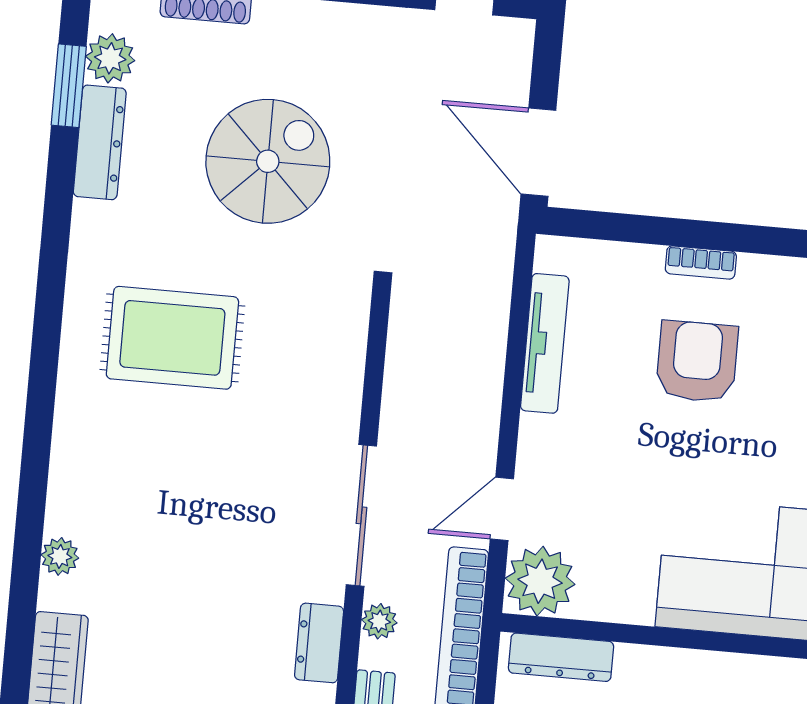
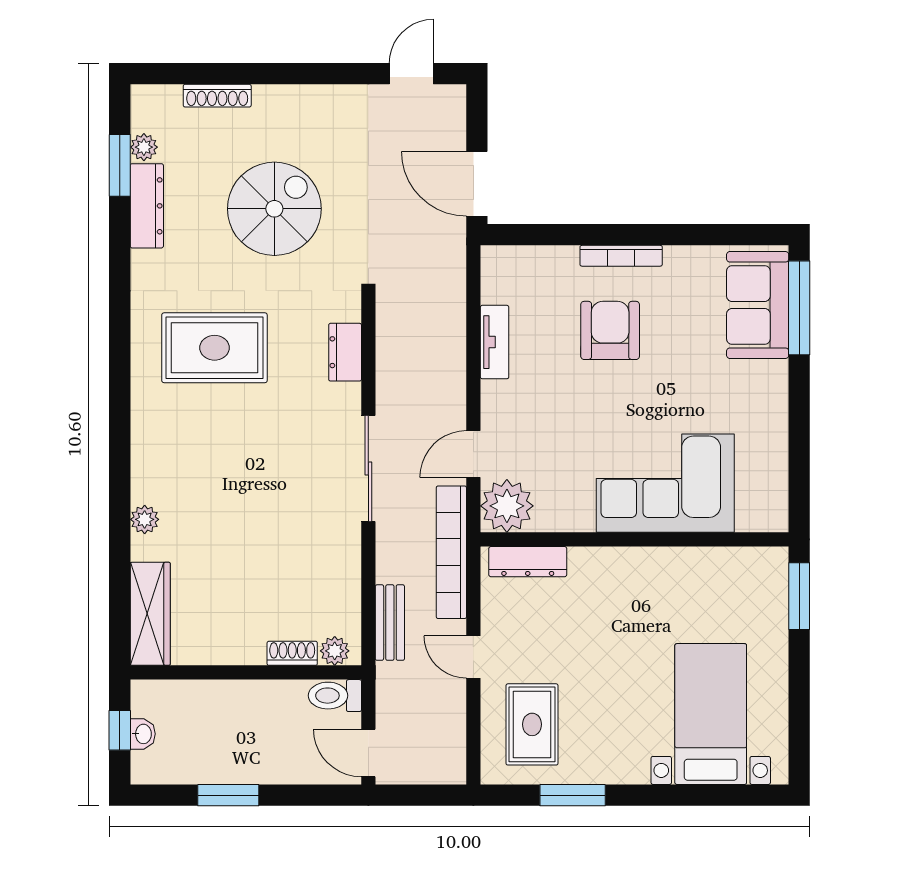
plant: (110, 58) -> (144, 147), width x0.73, depth x0.73
bookcase: (701, 262) -> (621, 256), width x1.56
tv unit: (545, 343) -> (495, 342), width x0.71
plant: (379, 621) -> (389, 547), removed
dresser: (319, 643) -> (345, 352), moved

